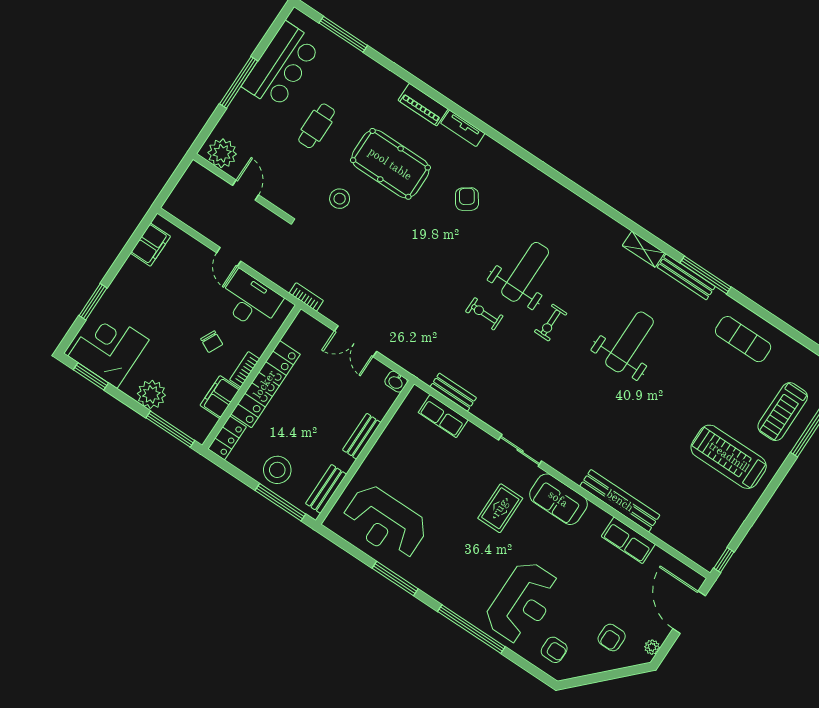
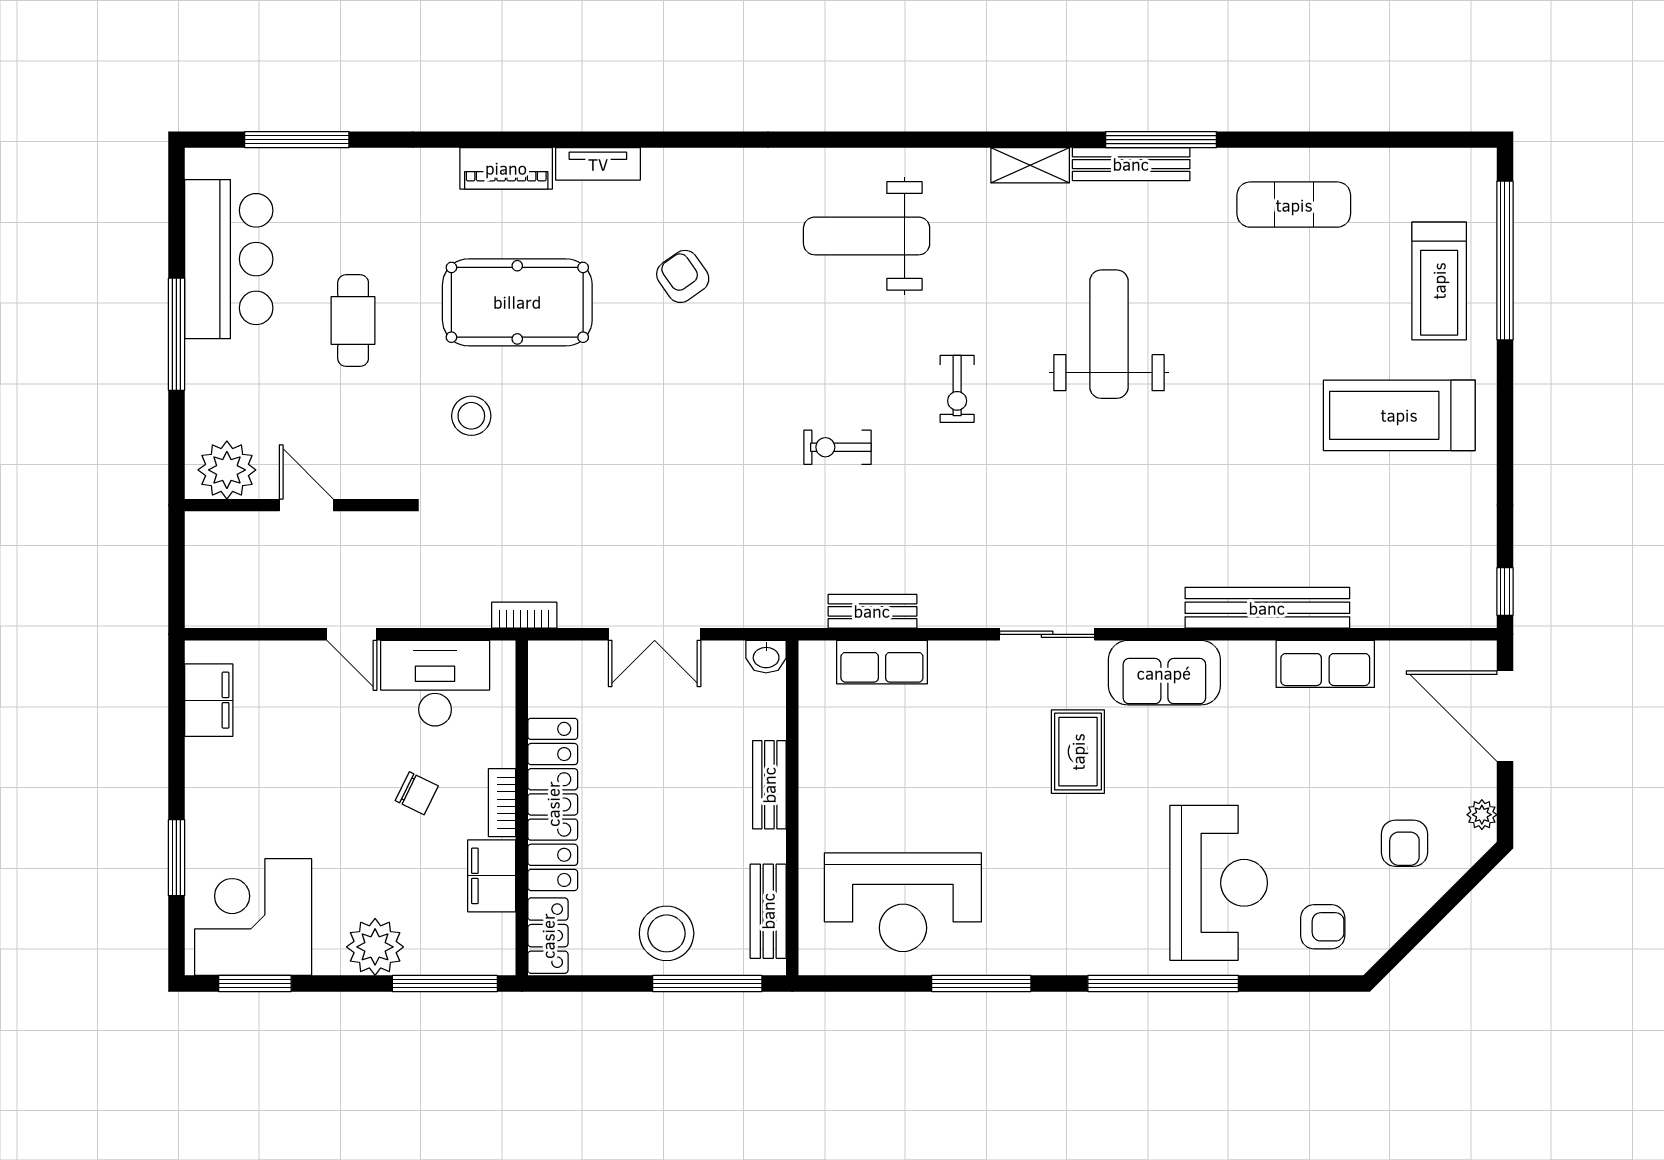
weight bench: (525, 272) -> (867, 236), moved, turned -90

